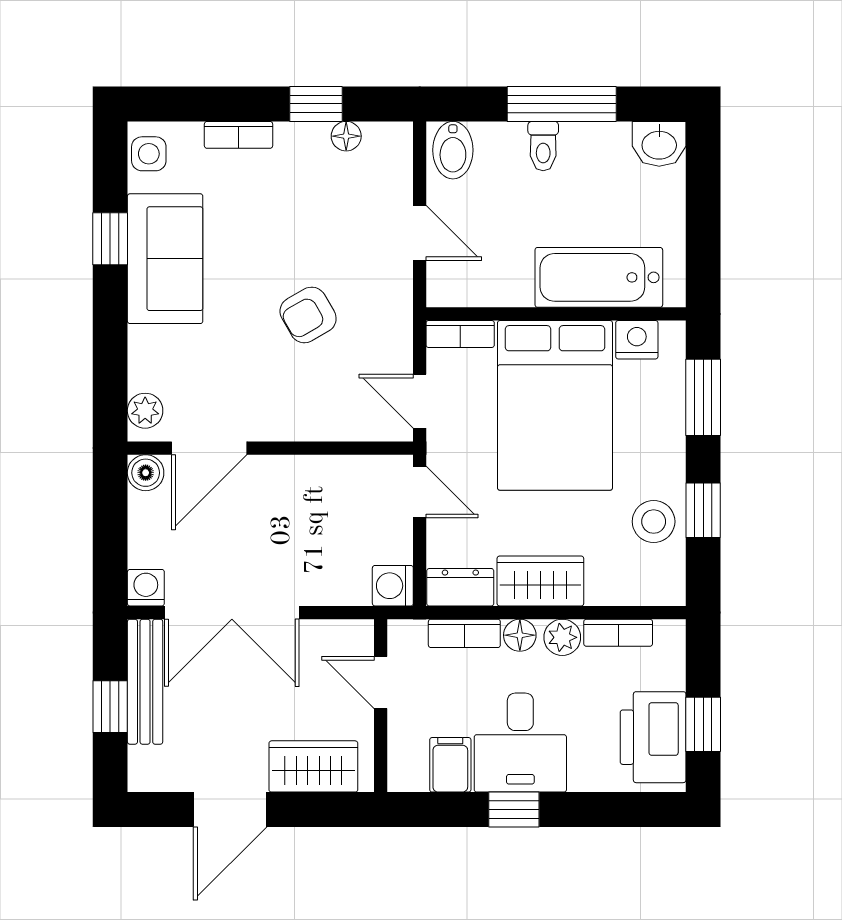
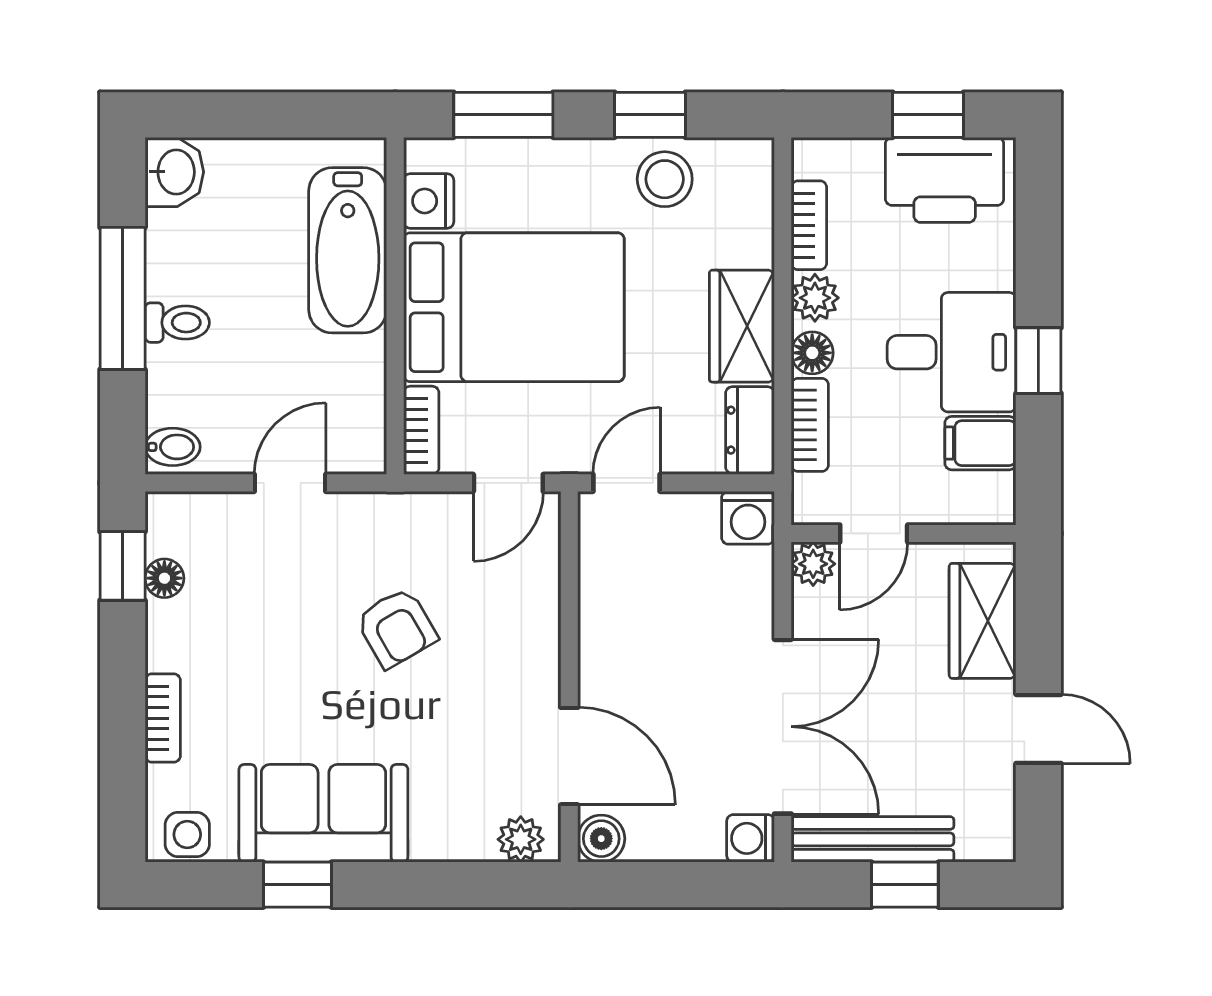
window: (316, 104) -> (123, 566), moved
bidet: (453, 150) -> (173, 447), width x0.72, depth x0.74
plant: (357, 636) -> (813, 564), added
door: (230, 809) -> (1038, 729), width x0.73

